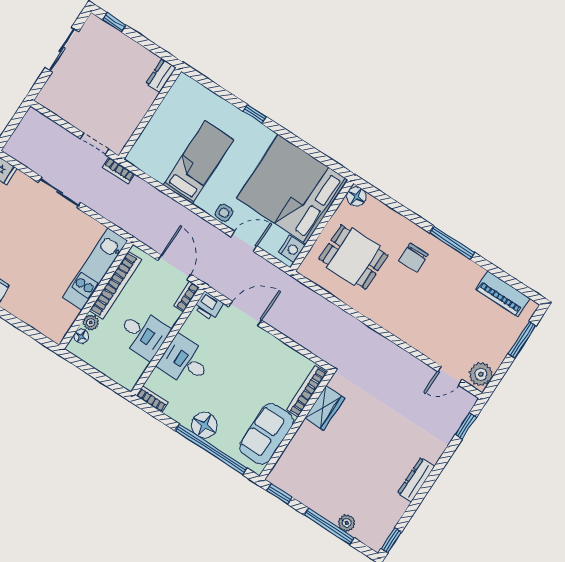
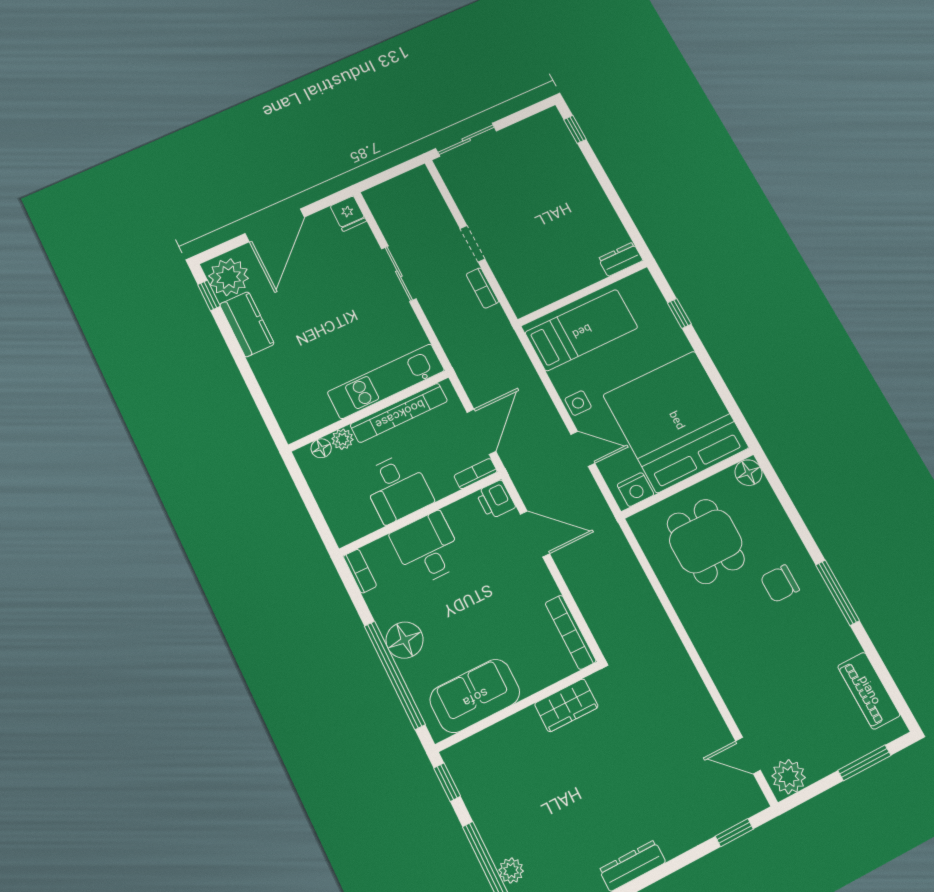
sliding door: (62, 50) -> (466, 140), moved
dresser: (161, 76) -> (620, 259), moved
wall: (150, 113) -> (583, 293), moved
bookcase: (307, 391) -> (571, 632), moved, turned -90

